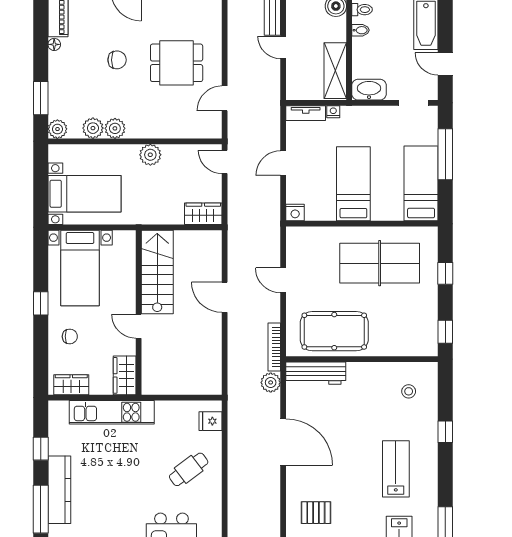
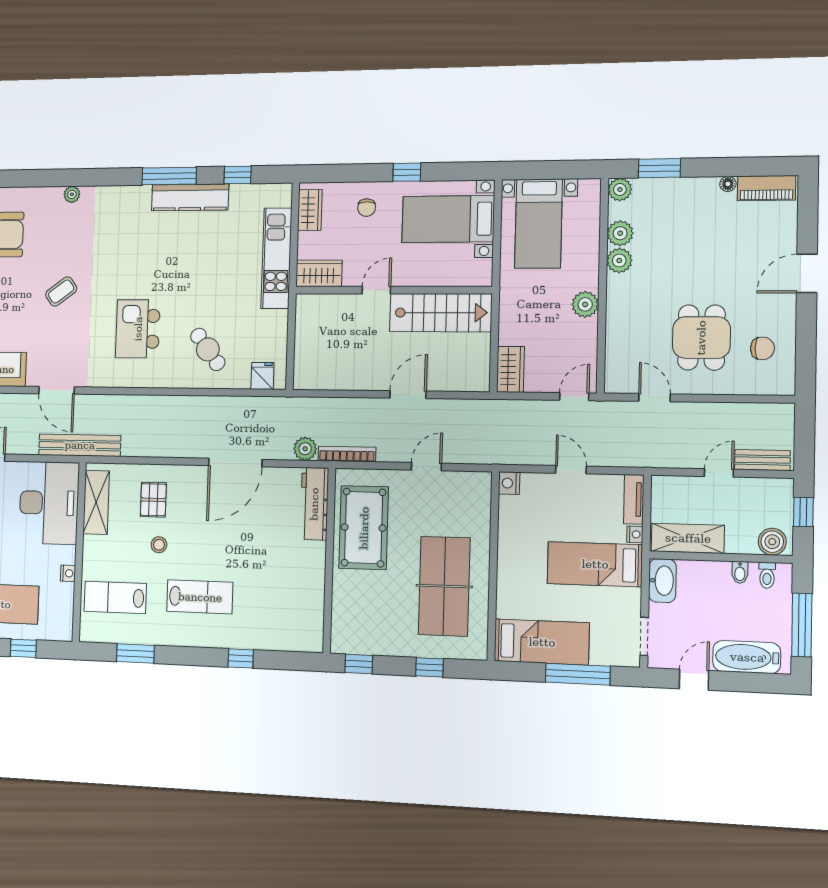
chair: (117, 60) -> (762, 348), moved, turned -90
bed: (353, 184) -> (595, 564), moved, turned 180
stool: (409, 391) -> (159, 545), moved

